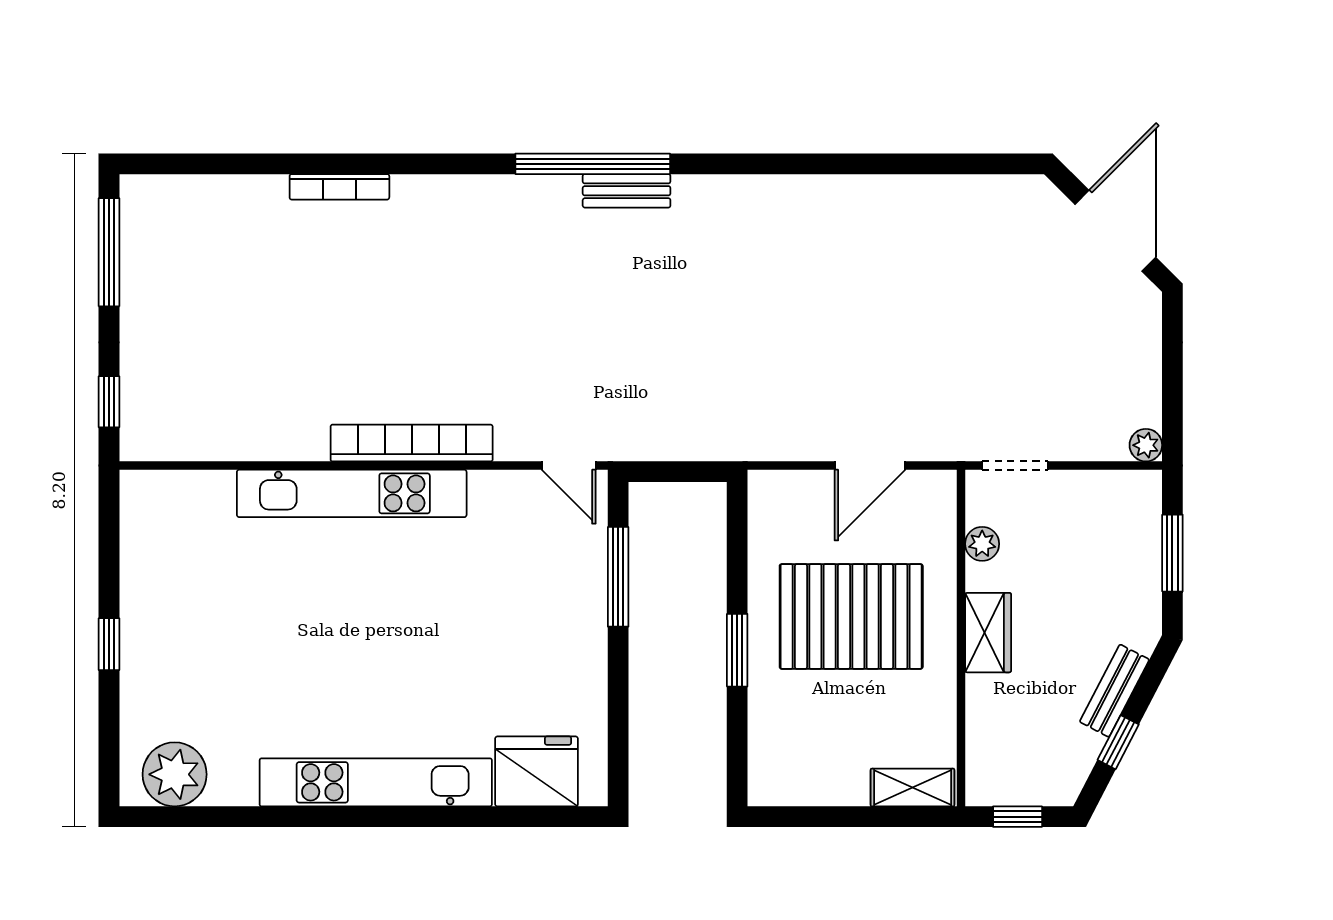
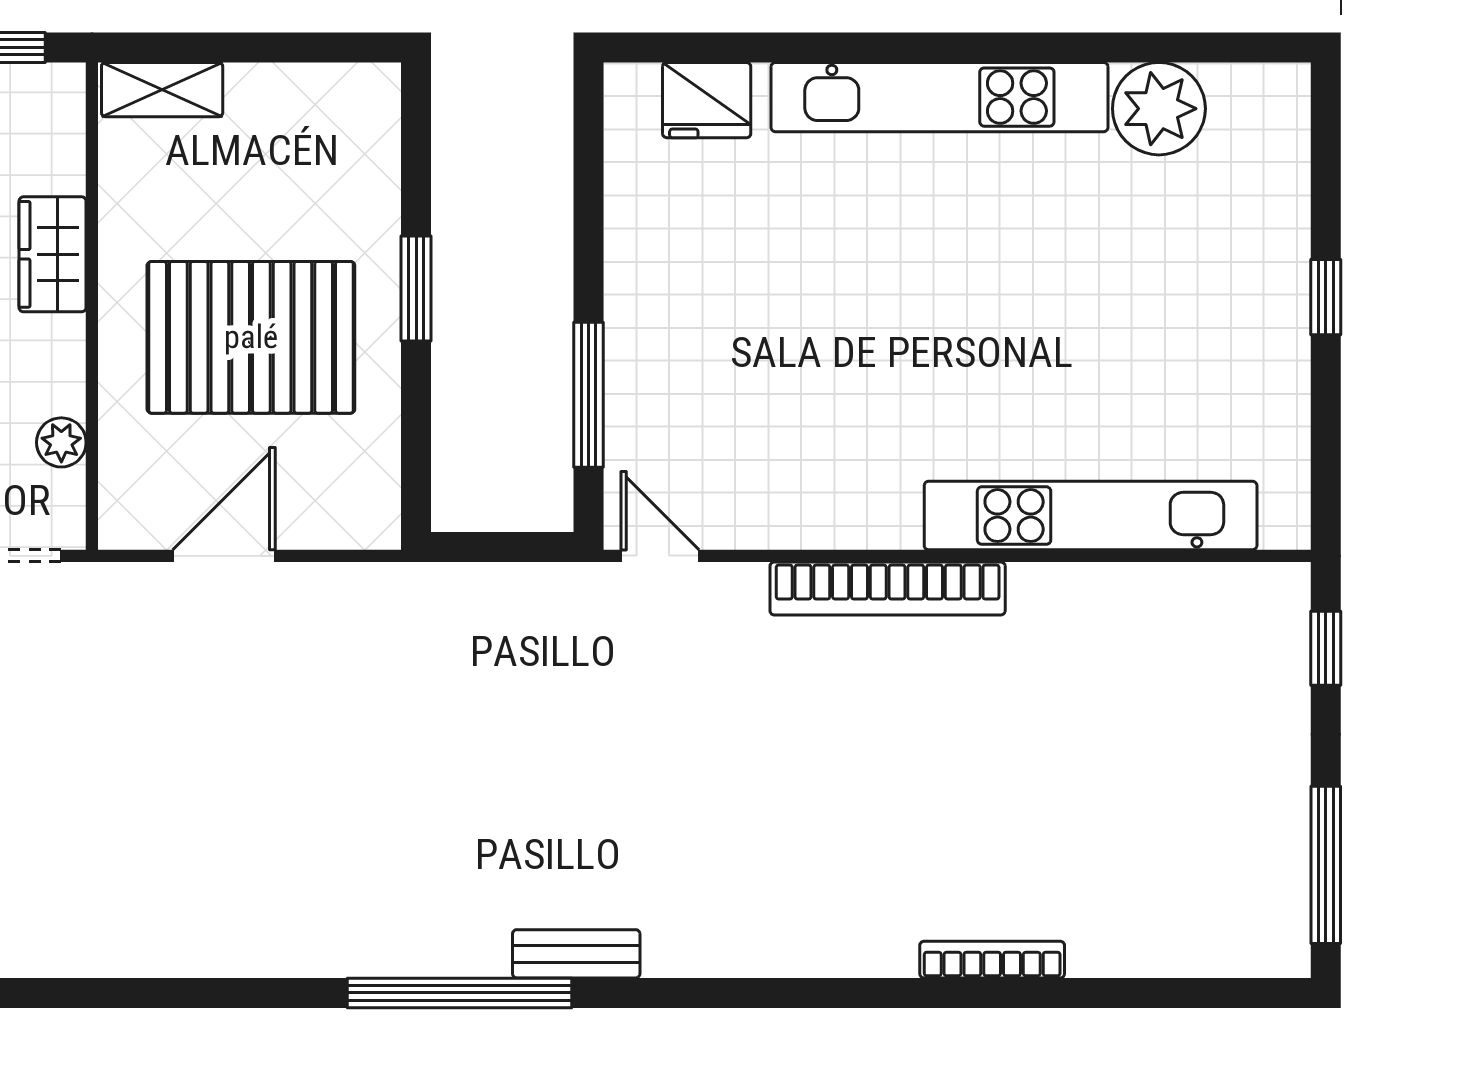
window: (593, 164) -> (460, 993), moved
kitchen unit: (352, 493) -> (1091, 516), moved
wardrobe: (988, 633) -> (53, 254), moved
fridge: (537, 771) -> (707, 100), width x0.73, depth x0.75
plant: (175, 774) -> (1159, 109), moved

